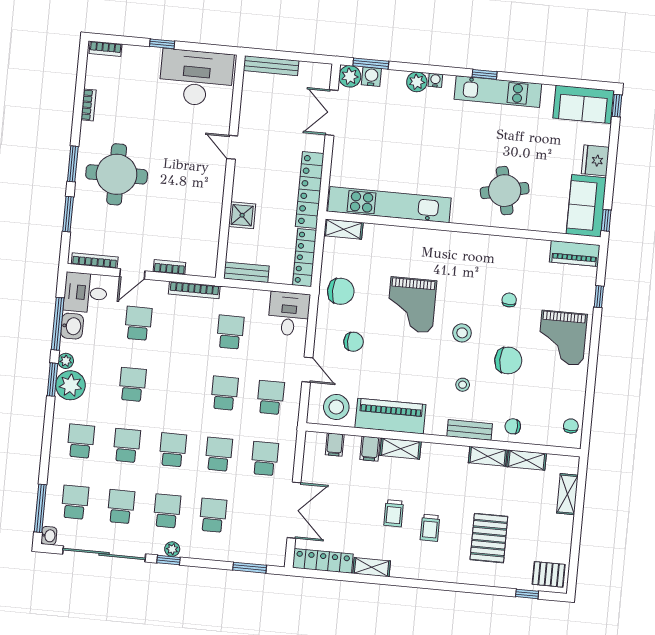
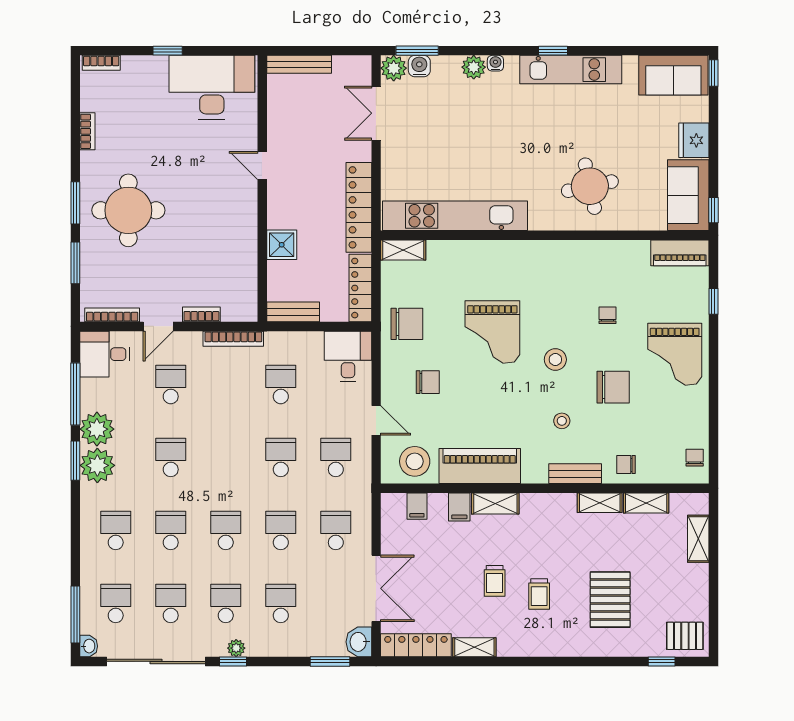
washbasin: (72, 326) -> (359, 642), moved, turned 180
plant: (66, 361) -> (97, 429), width x1.87, depth x1.87

